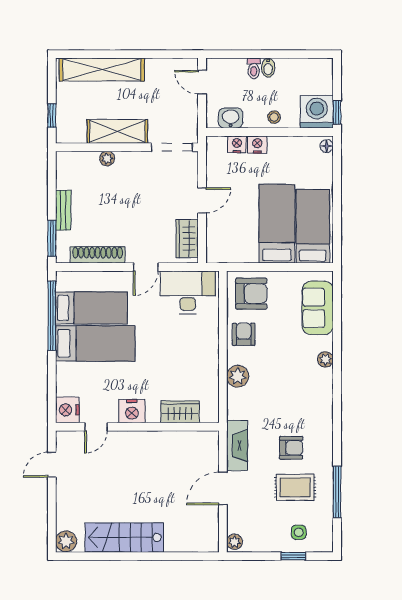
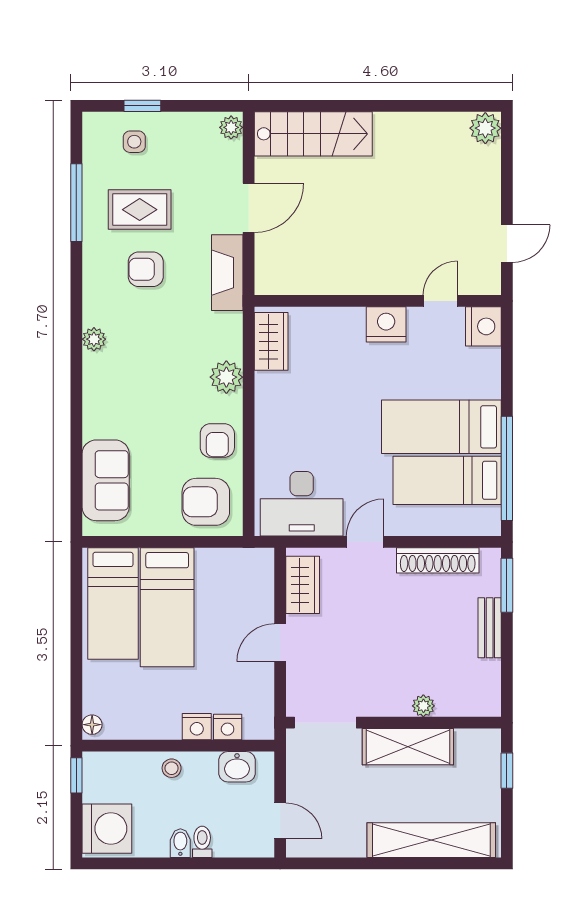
washing machine: (317, 112) -> (107, 829), moved, turned -90
plant: (325, 359) -> (94, 339), moved
wardrobe: (180, 412) -> (271, 341), moved, turned -90
stairs: (124, 538) -> (313, 134), moved

